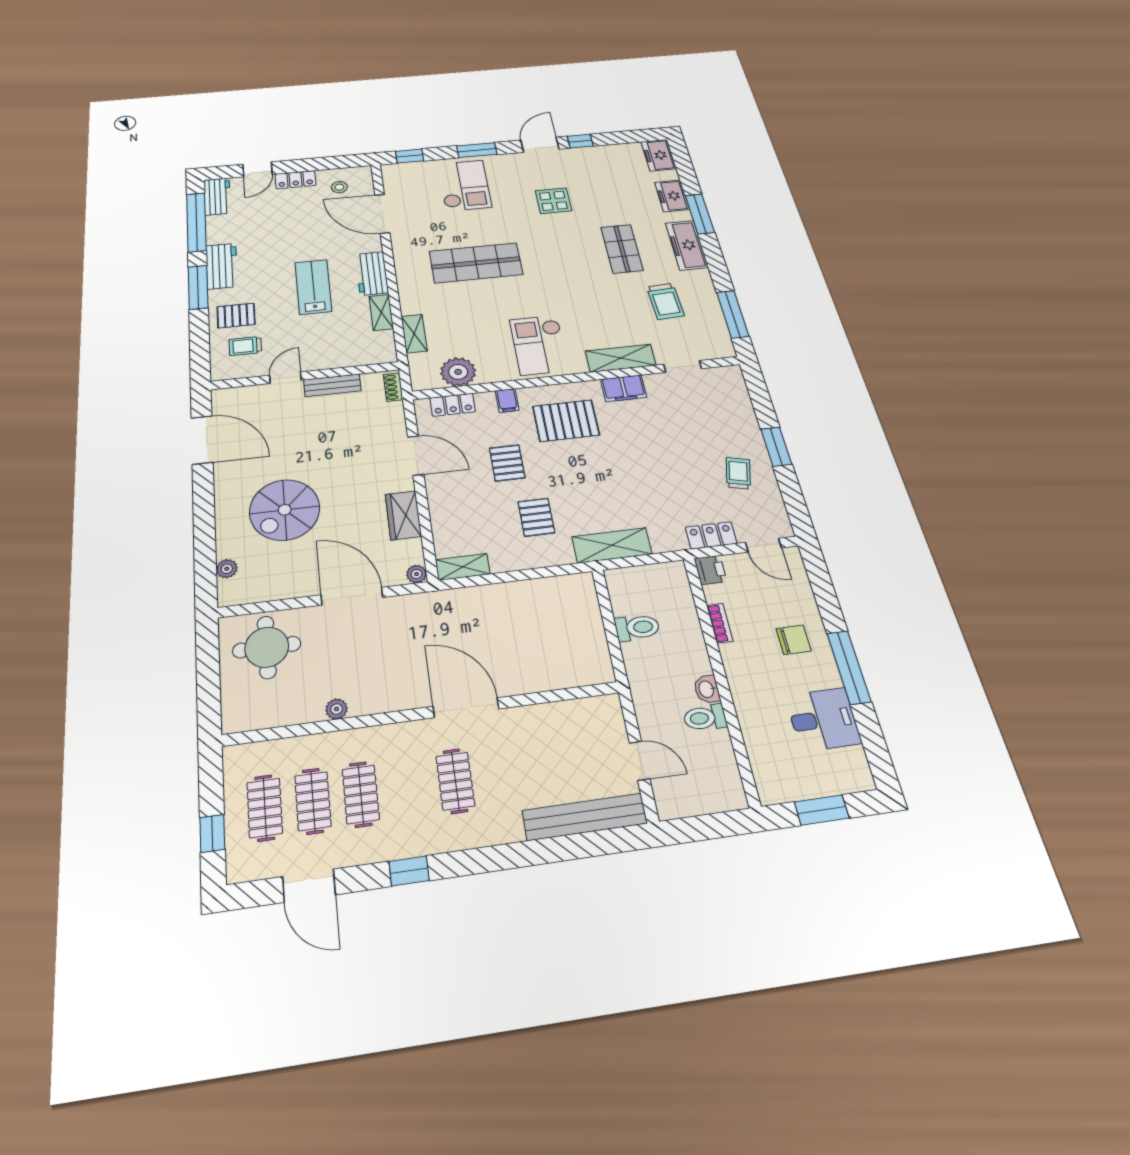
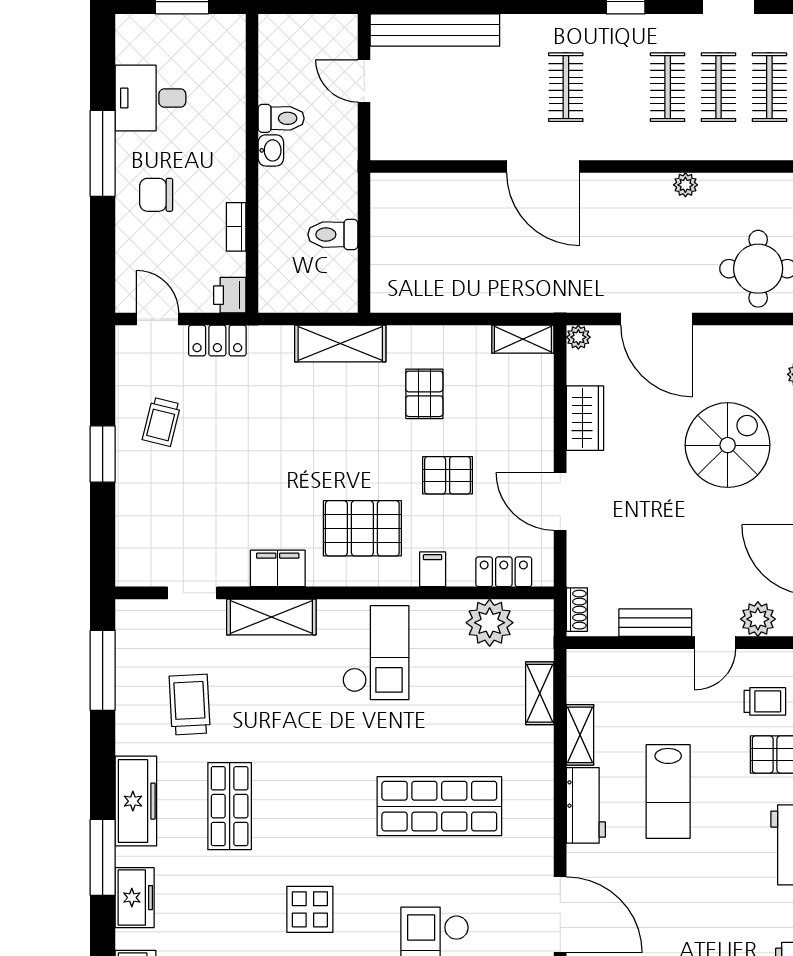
plant: (253, 396) -> (758, 619), added
pallet: (507, 463) -> (448, 475), turned 90

